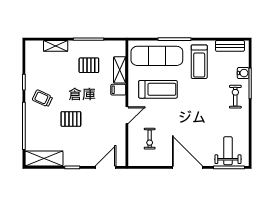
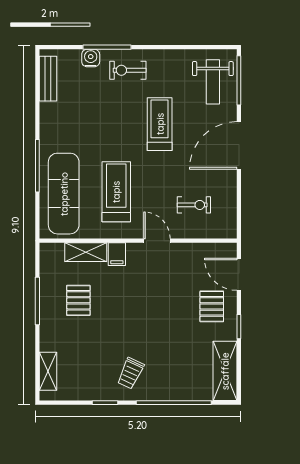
shelving: (56, 46) -> (48, 371), moved
treadmill: (199, 62) -> (160, 124), moved, turned -90
pallet: (71, 119) -> (212, 306), moved
weight bench: (228, 151) -> (213, 82), turned -90

